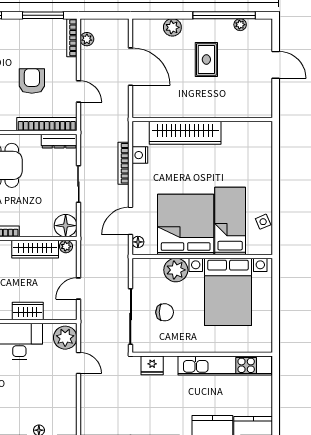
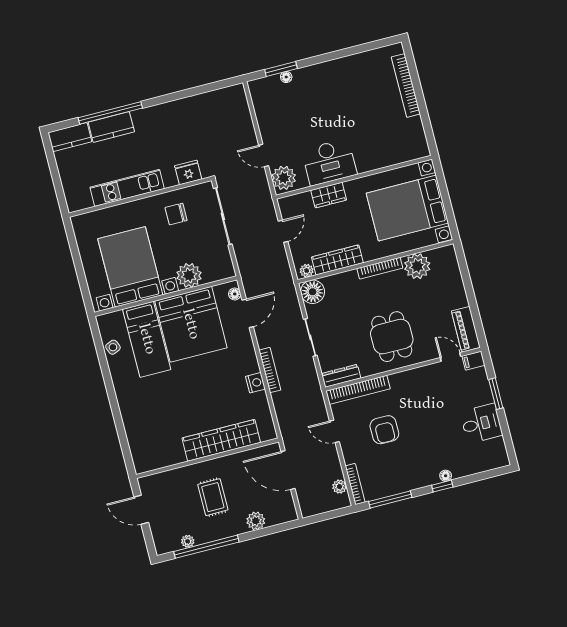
wall: (202, 120) -> (207, 458), moved
wardrobe: (185, 133) -> (221, 440), moved
chair: (165, 312) -> (176, 214), moved
kitchen unit: (225, 365) -> (127, 188), width x0.73

